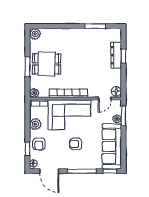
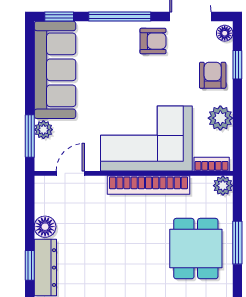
dining table: (47, 64) -> (196, 249), turned 90
floor lamp: (116, 91) -> (45, 227), moved
armchair: (76, 144) -> (153, 41), moved

